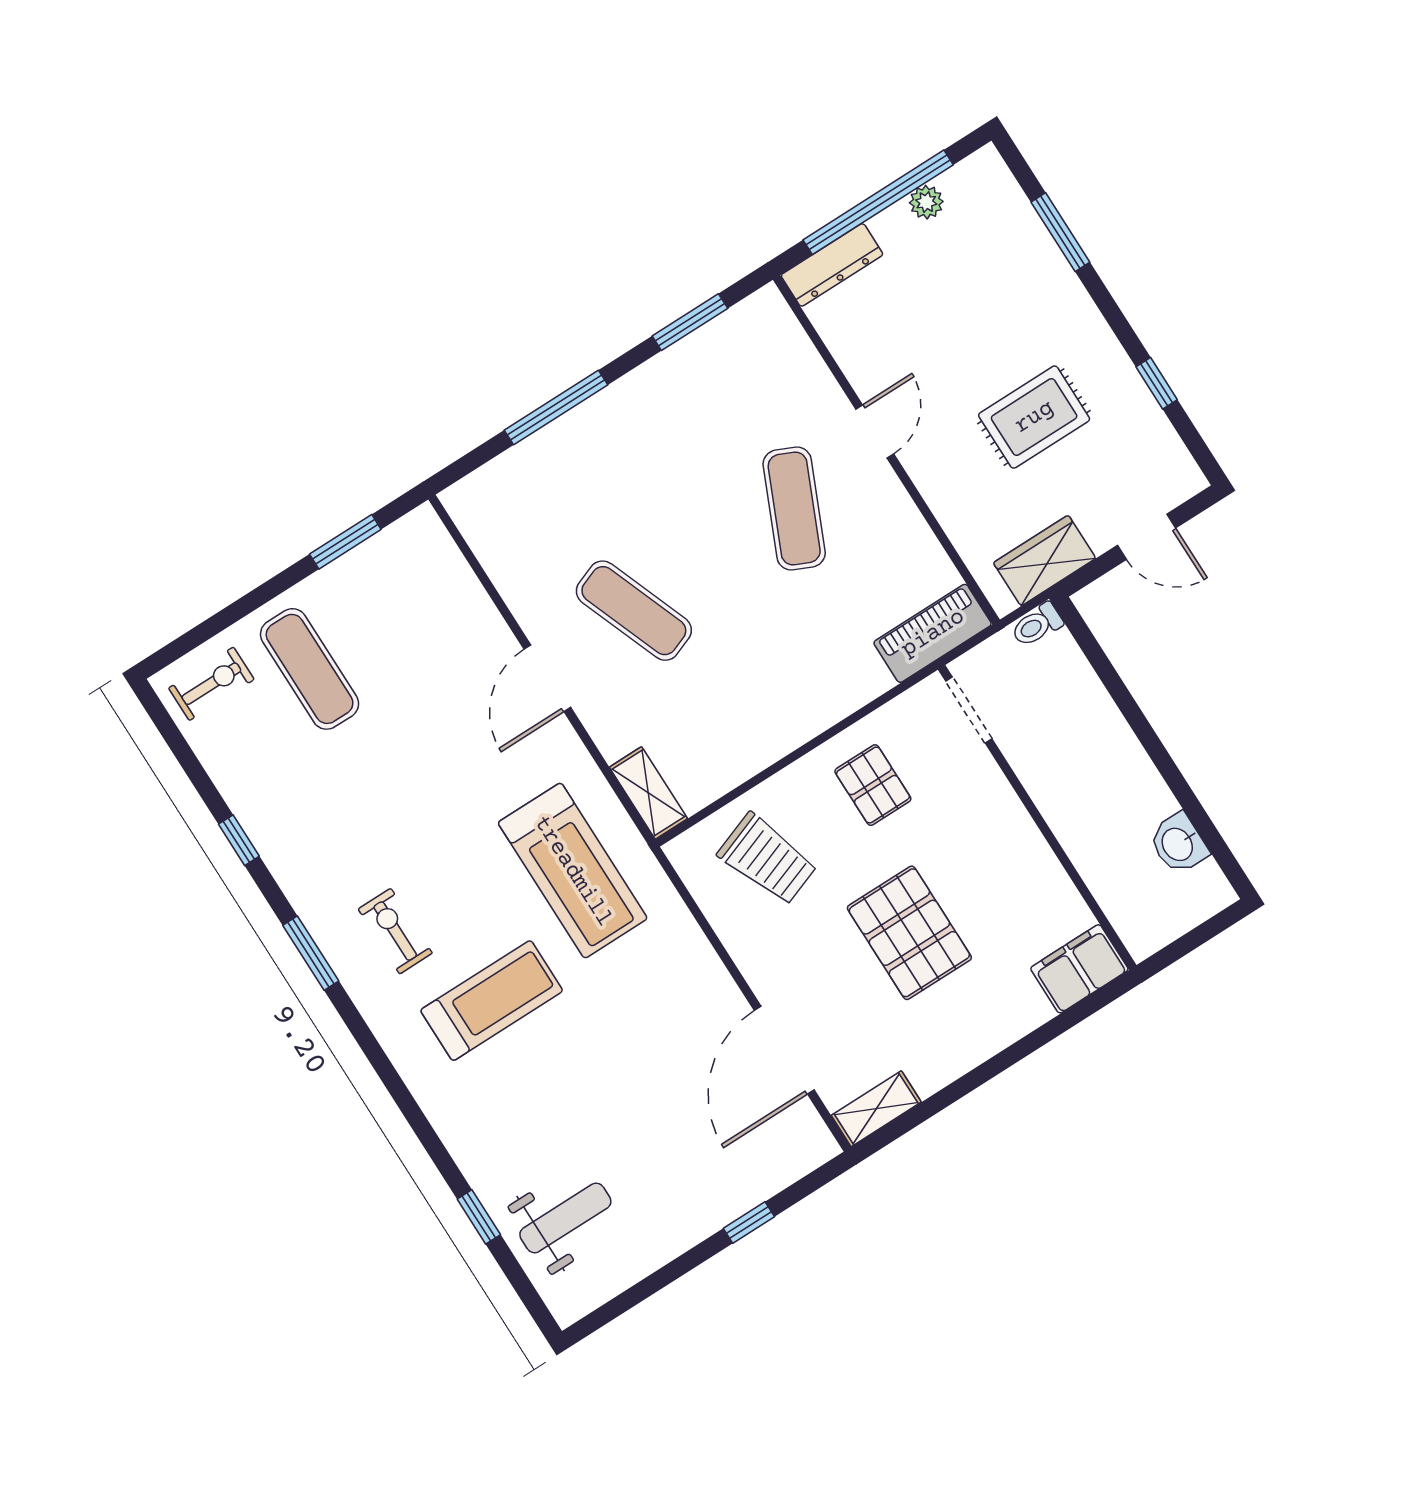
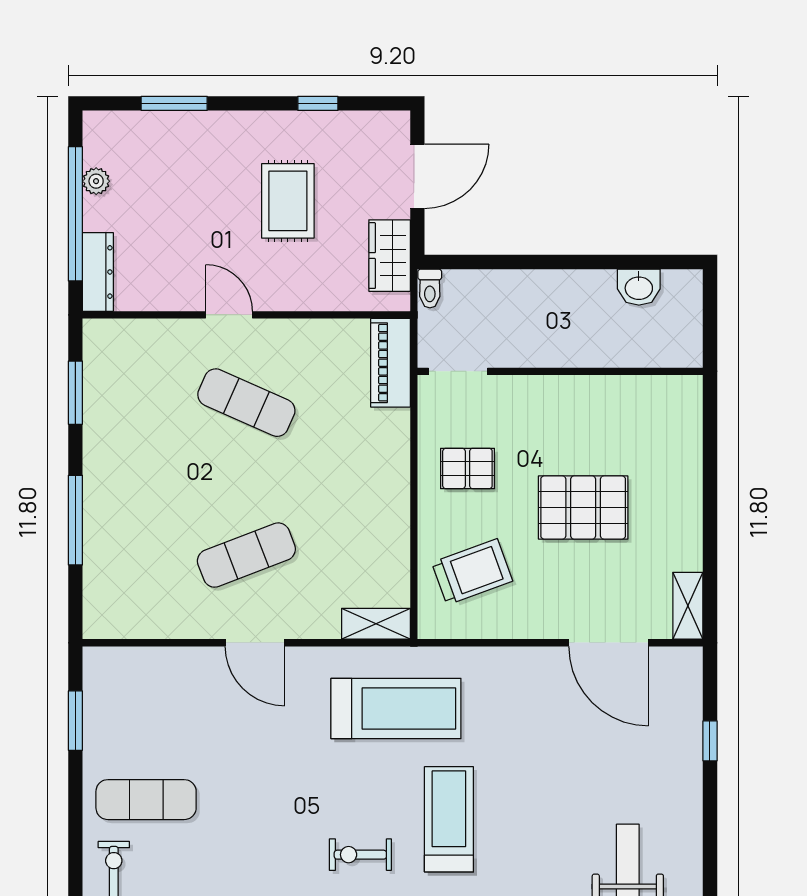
door: (1147, 537) -> (417, 176), width x1.38
filing cabinet: (1079, 969) -> (681, 408), removed

